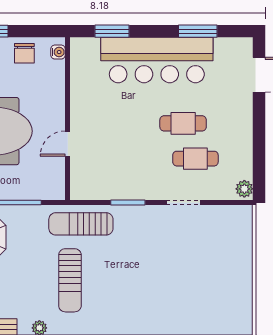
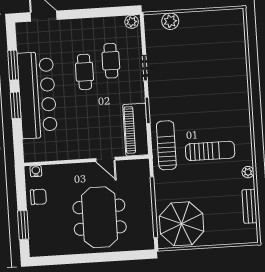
window: (112, 31) -> (16, 105), moved
piano: (104, 185) -> (136, 130), added
sun lounger: (81, 224) -> (166, 145), turned 180
plant: (242, 239) -> (170, 21), added

